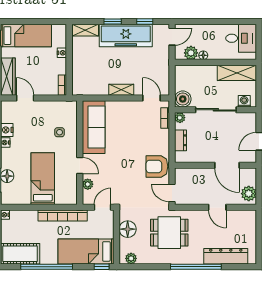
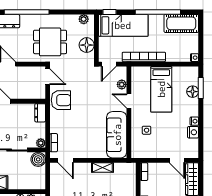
shelving: (121, 90) -> (102, 168), moved
dresser: (180, 140) -> (40, 113), moved

